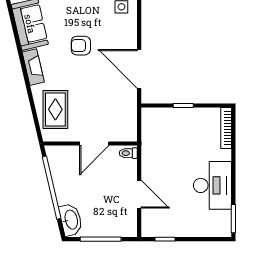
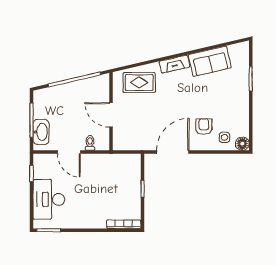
armchair: (81, 46) -> (204, 127), moved
toilet: (128, 153) -> (90, 143), moved
desk: (212, 185) -> (49, 199), moved, turned 90
door: (139, 194) -> (69, 152), hinge flipped
washbasin: (71, 220) -> (41, 132), moved, turned -77

